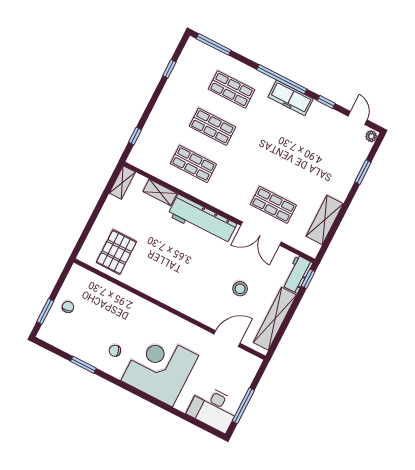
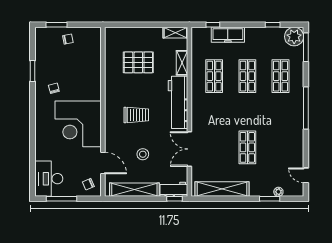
plant: (195, 52) -> (294, 37), added
freezer: (291, 98) -> (228, 35), moved, turned -90
window: (326, 102) -> (306, 147), removed
door: (358, 118) -> (306, 175), swing flipped
plant: (371, 136) -> (278, 192), moved
shop shelf: (273, 205) -> (247, 147), moved
shelving: (325, 220) -> (222, 189), width x1.47
pallet: (116, 252) -> (138, 62), moved
trolley: (192, 274) -> (136, 115), added
chair: (242, 367) -> (88, 184), added
corner desk: (160, 368) -> (78, 124), moved, turned 180

